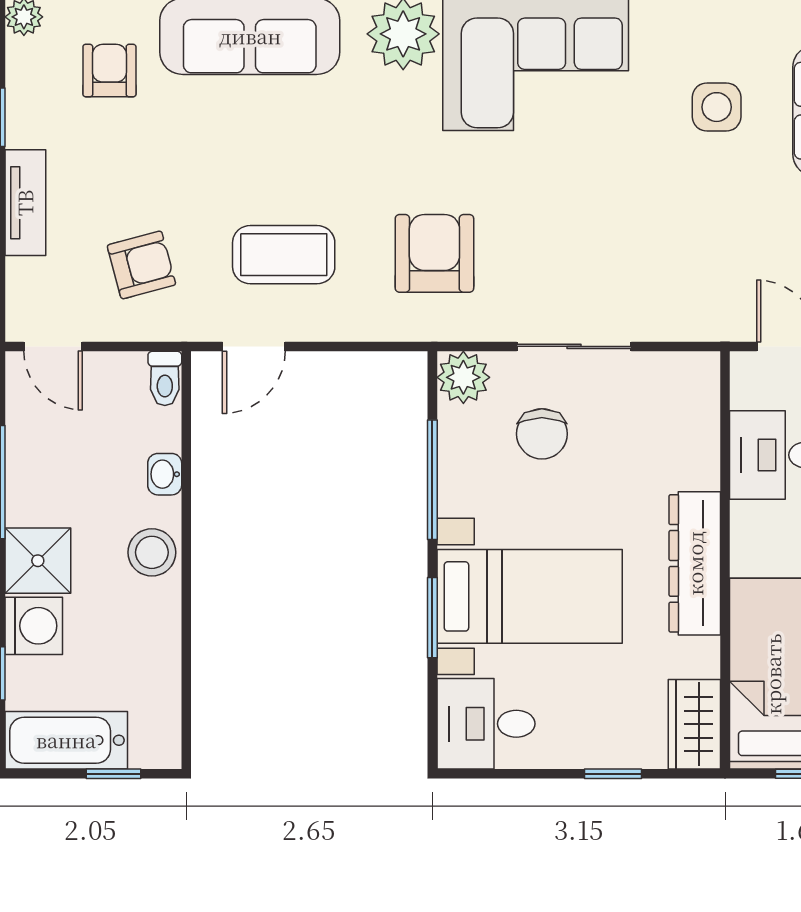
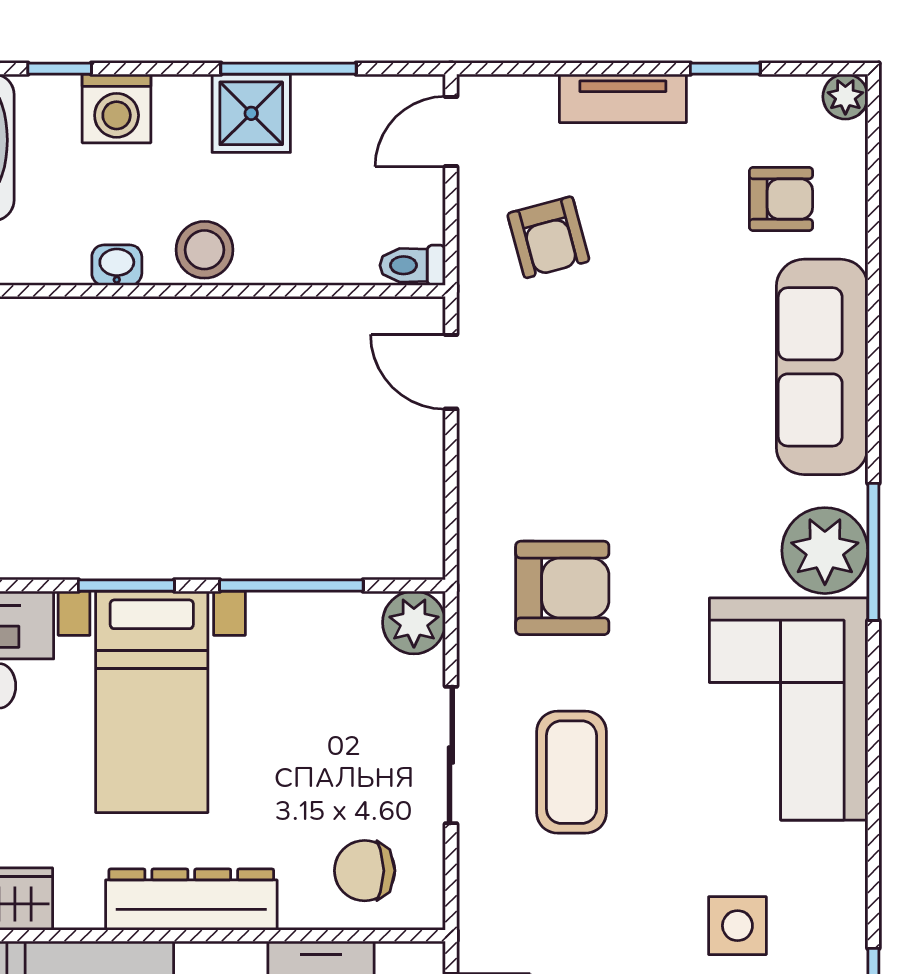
coffee table: (284, 255) -> (571, 772), moved
chair: (542, 434) -> (365, 871), moved
washbasin: (165, 474) -> (117, 265), moved
shower: (38, 561) -> (251, 113), moved

